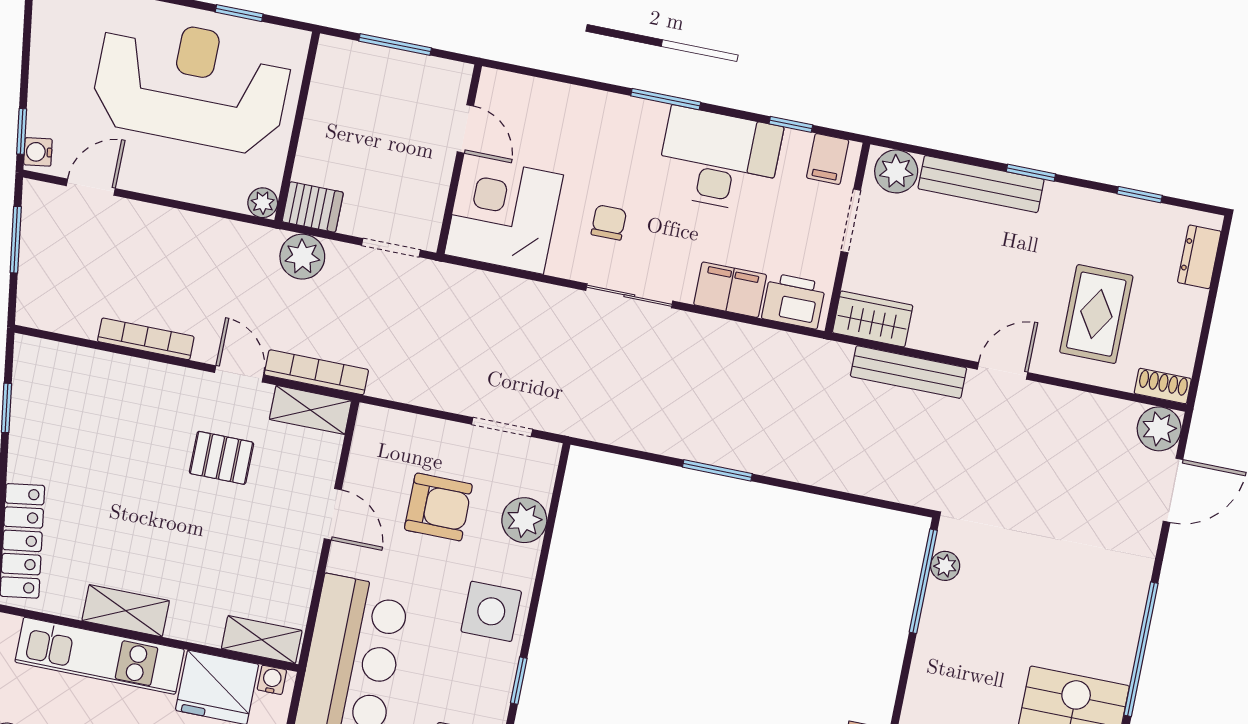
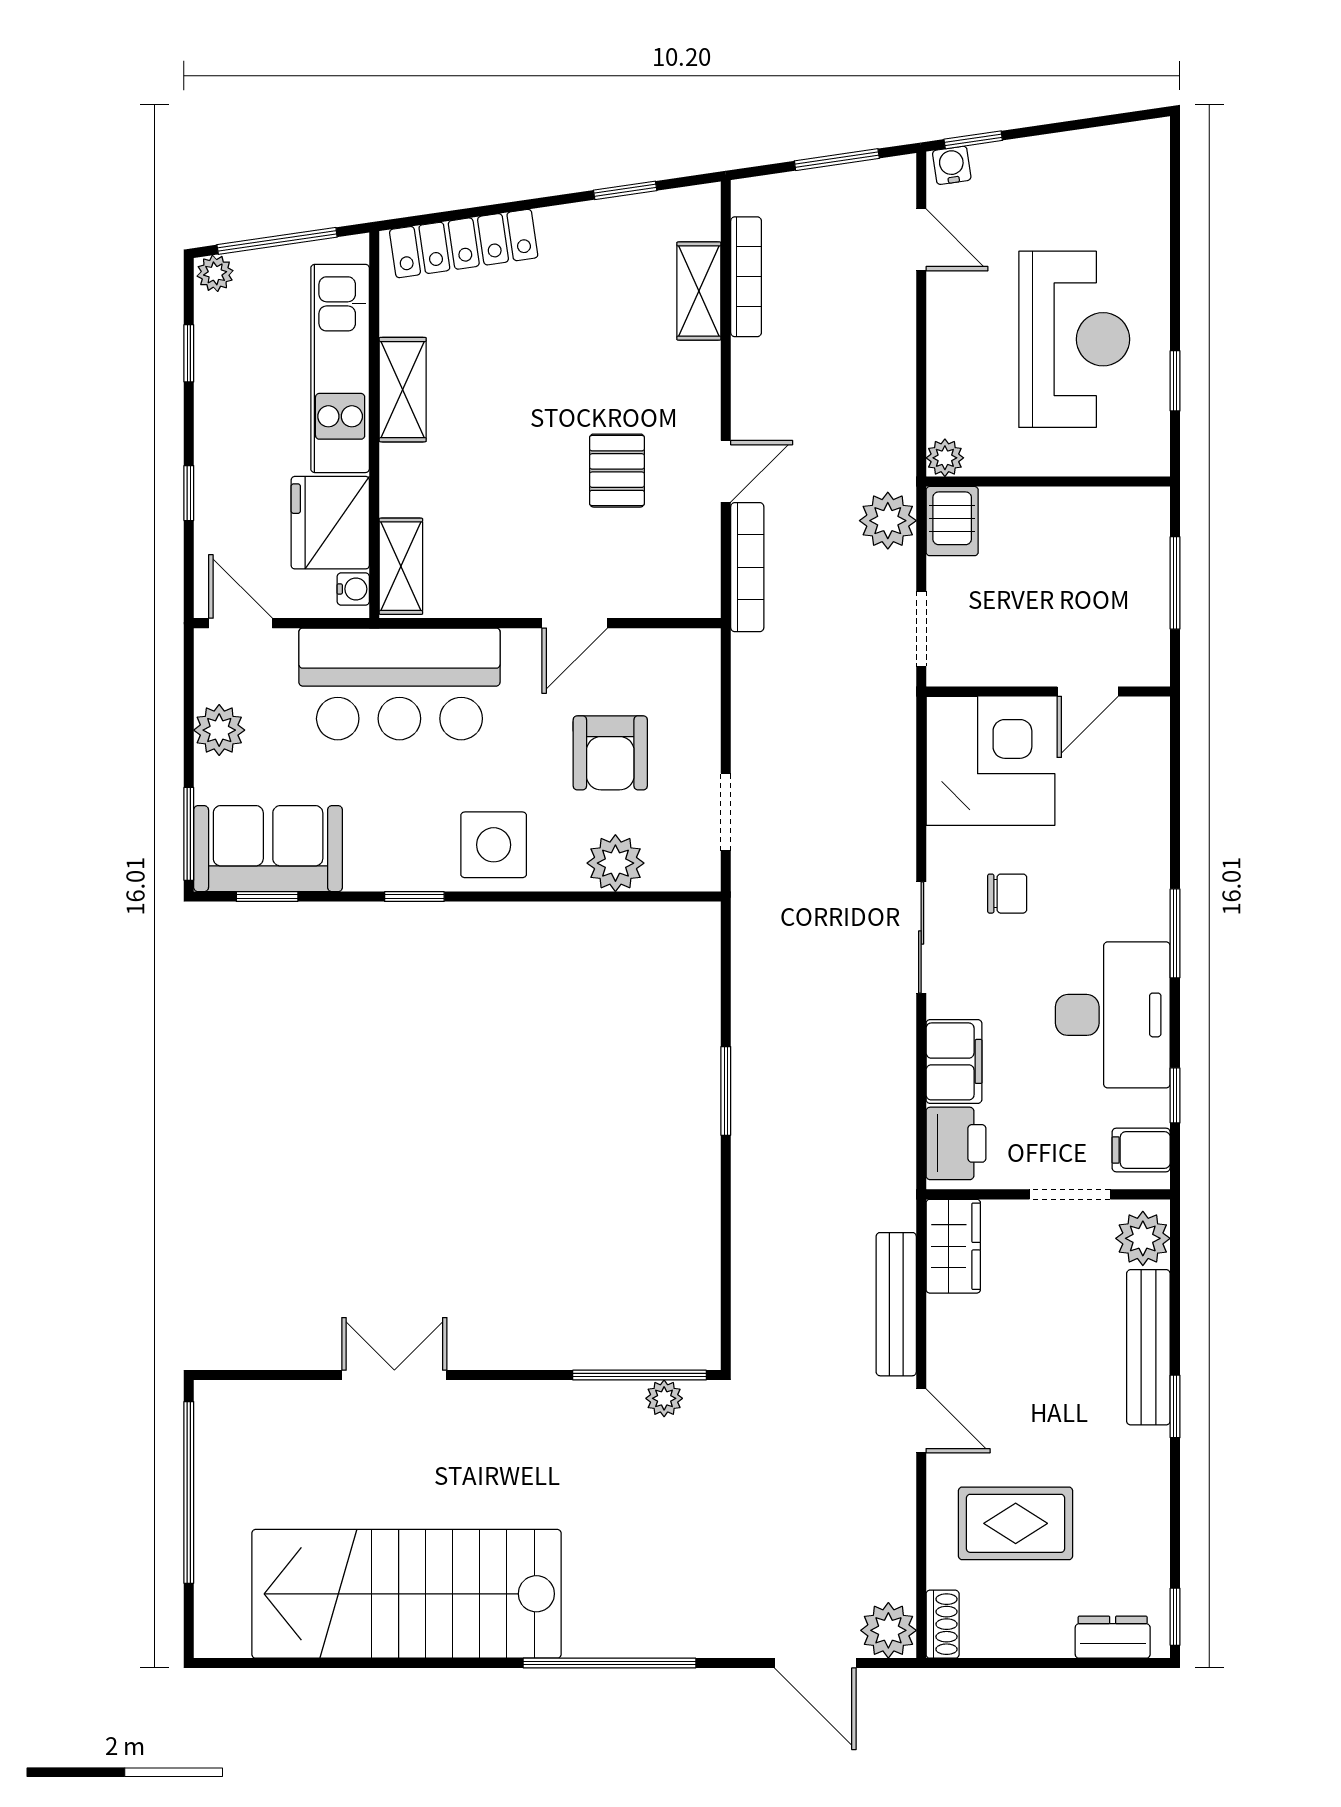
reception desk: (191, 84) -> (1074, 339), width x0.74, depth x0.77
window: (1140, 195) -> (1175, 1617), moved
bookcase: (146, 339) -> (746, 277), moved
shelving: (310, 410) -> (699, 291), moved

